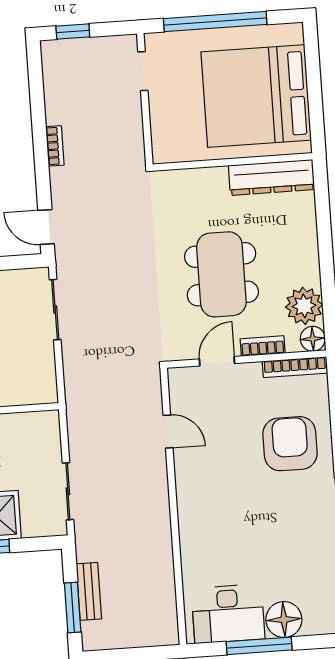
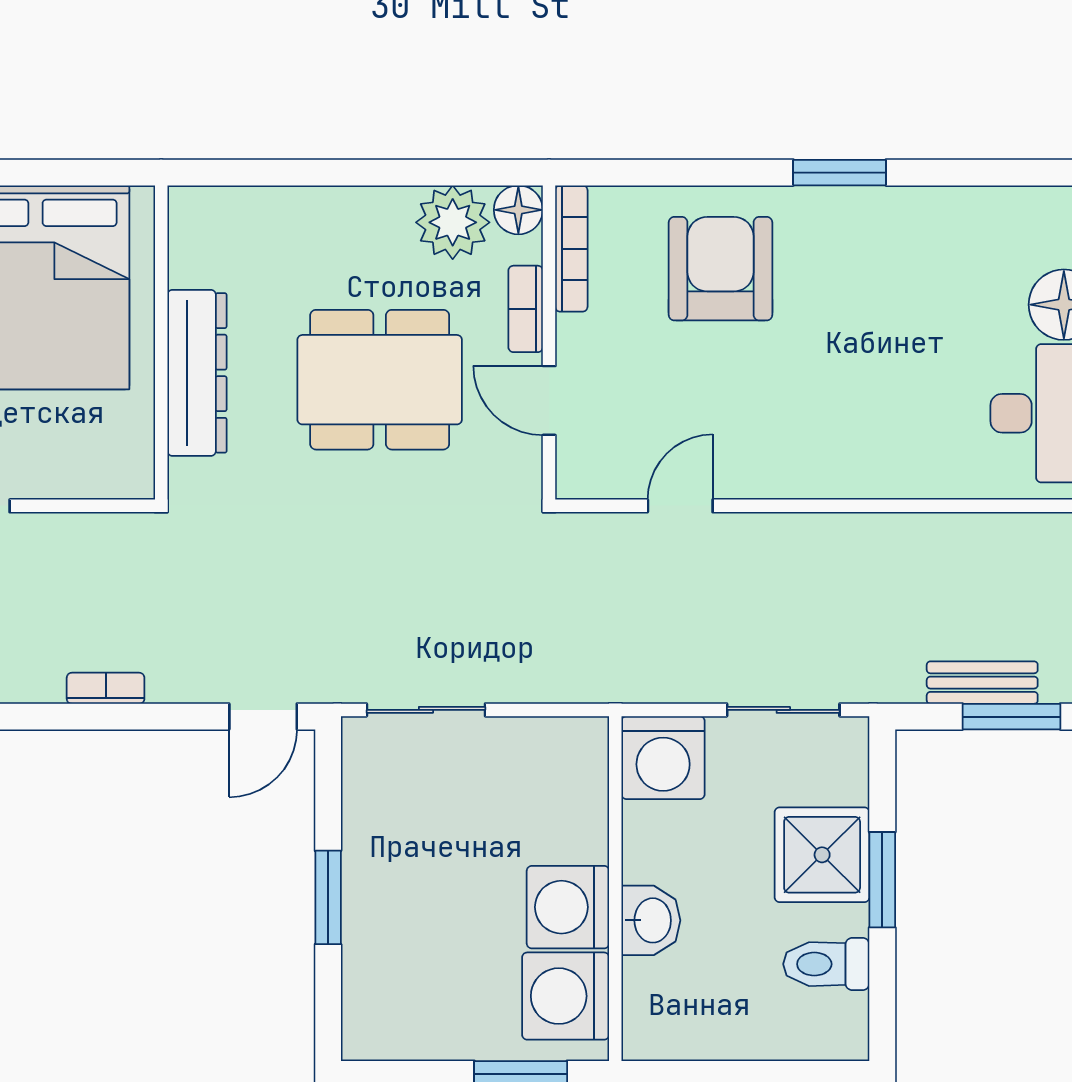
dresser: (272, 177) -> (197, 373), moved
washing machine: (39, 432) -> (663, 758), added
armchair: (290, 444) -> (720, 269), turned 90

